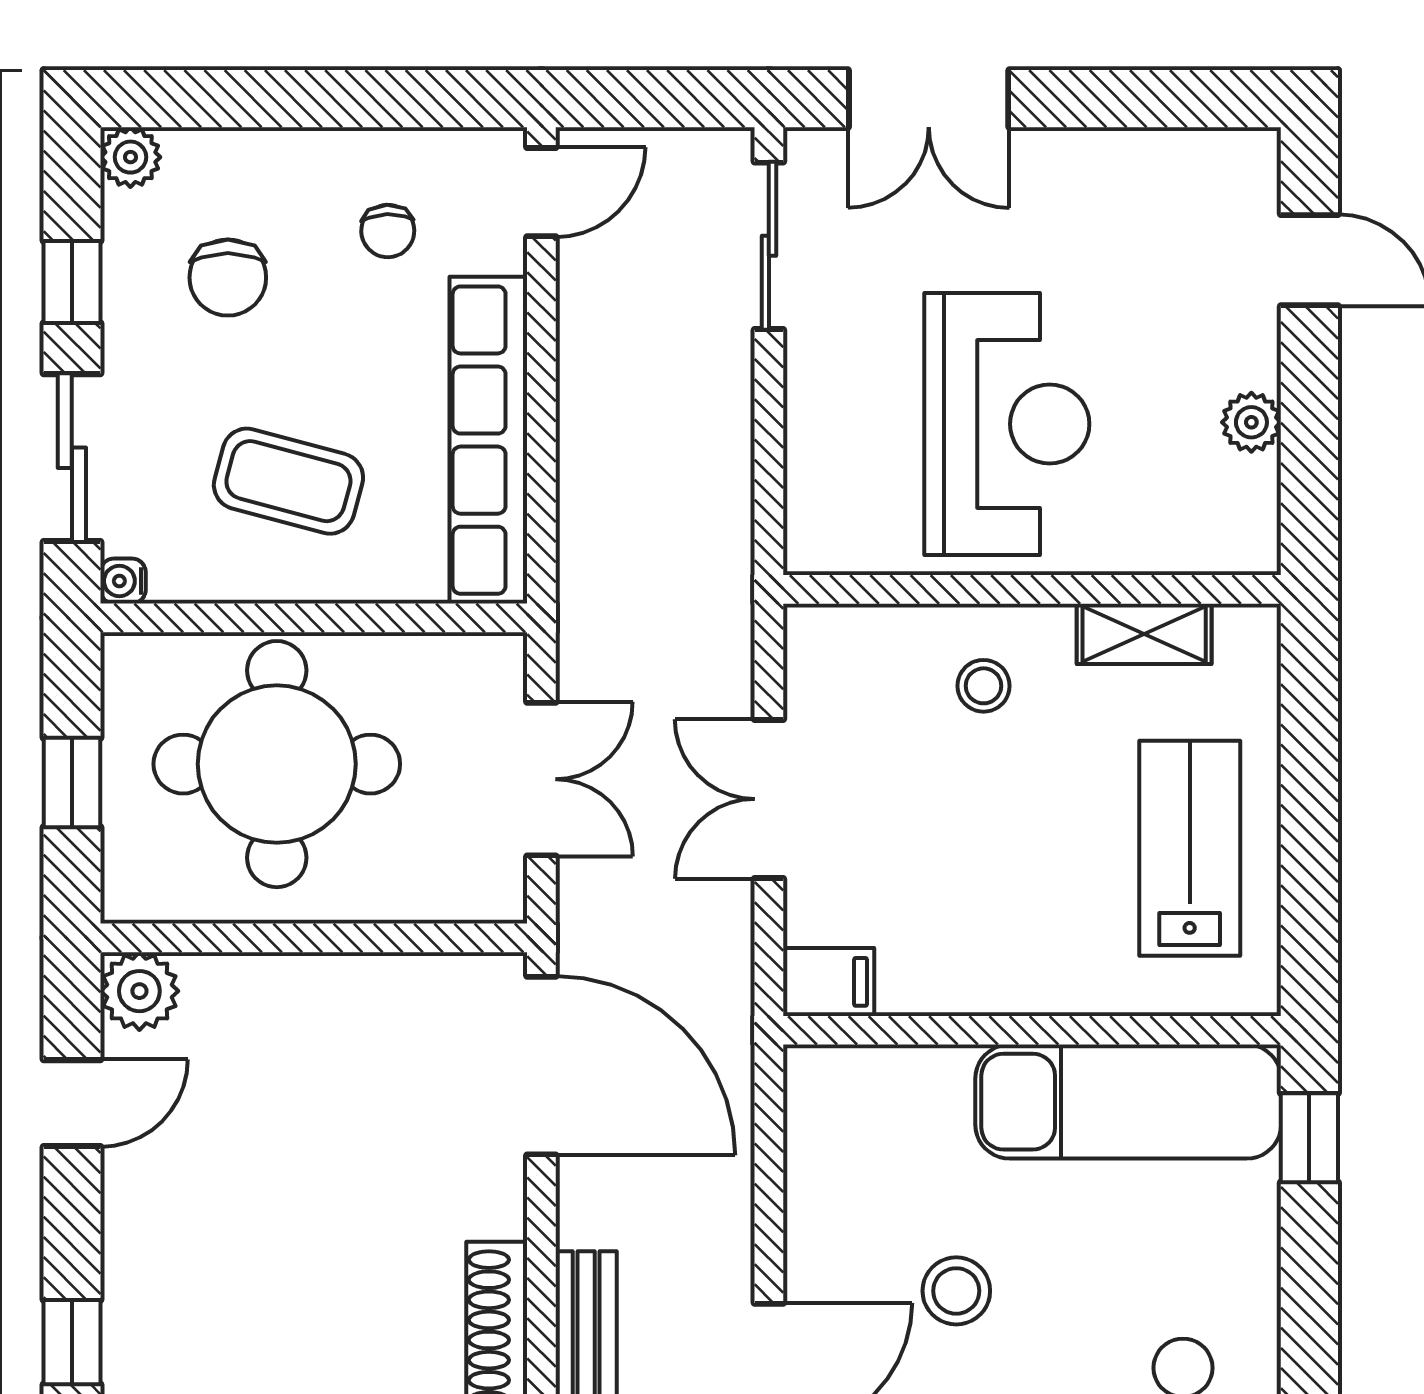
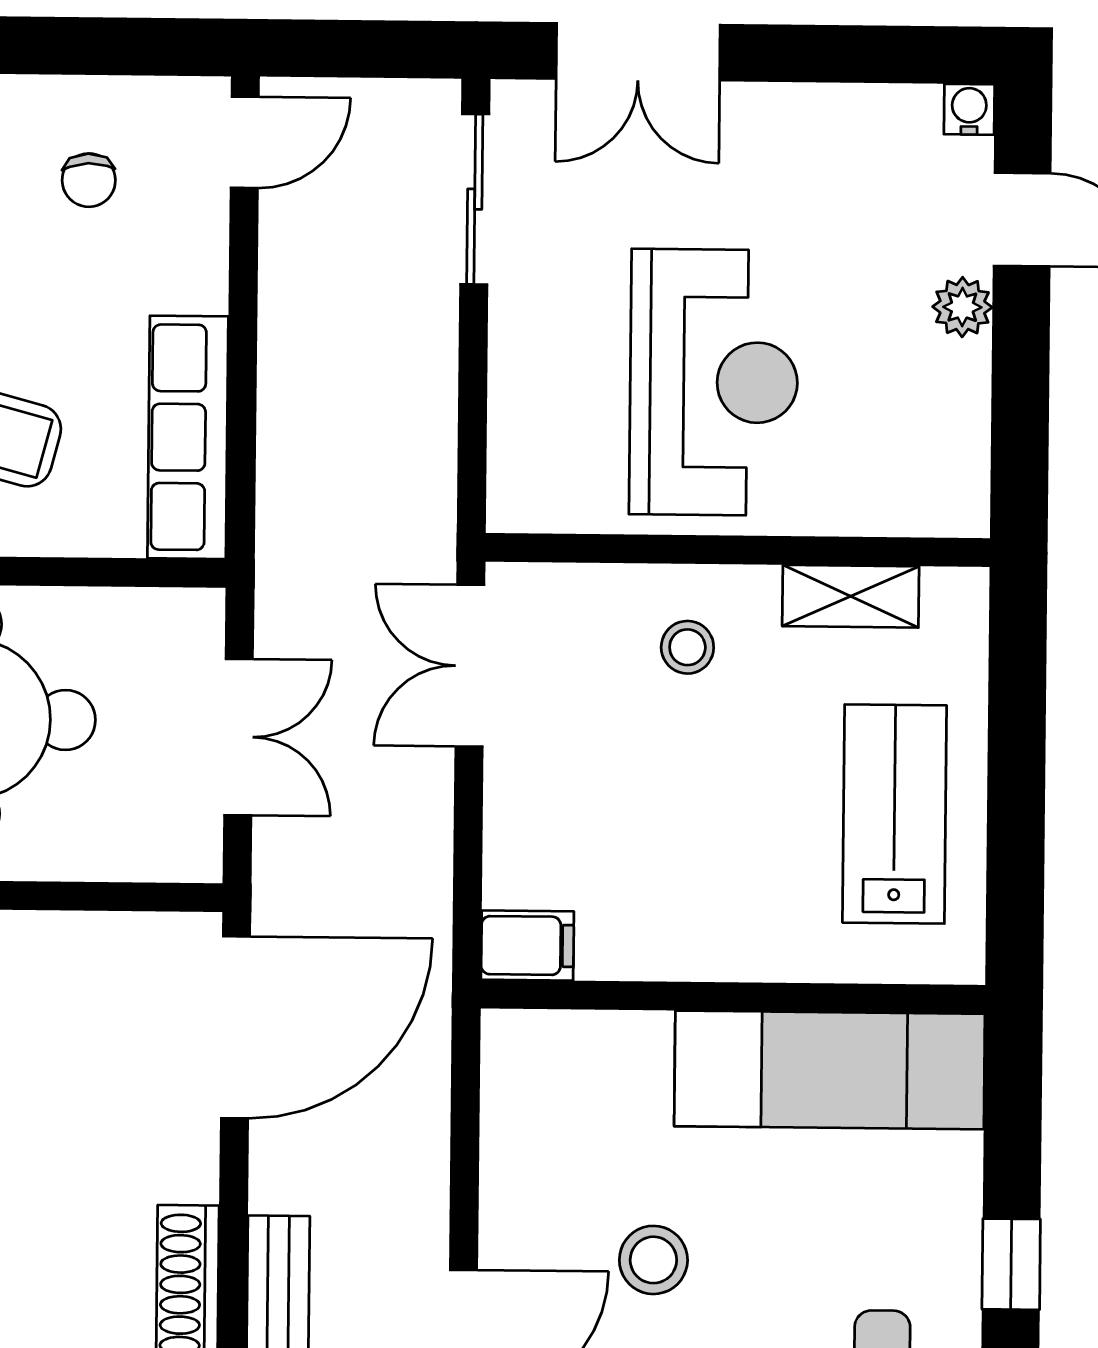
water cooler: (1256, 152) -> (969, 109), added
plant: (1251, 422) -> (962, 307), moved
row of seats: (488, 440) -> (188, 437), width x0.73
double door: (769, 799) -> (470, 666), moved
door: (541, 1066) -> (235, 1027), hinge flipped
window: (1309, 1138) -> (1011, 1264), moved

